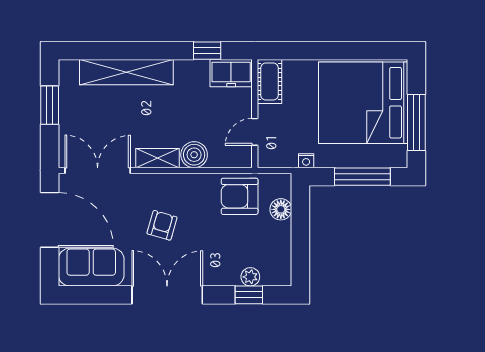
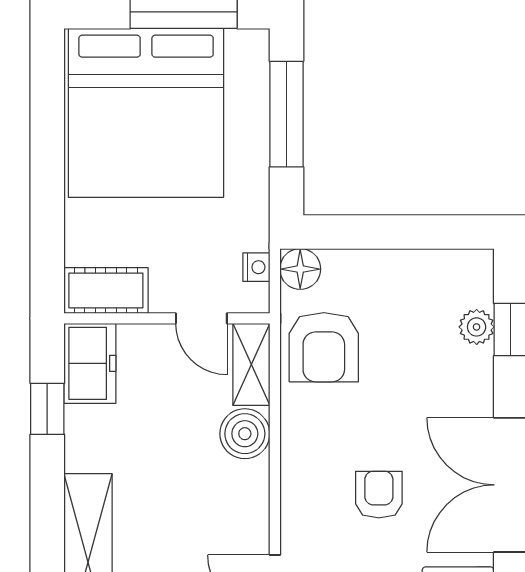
shelving: (158, 158) -> (251, 364), moved
nightstand: (306, 161) -> (256, 267), moved
floor lamp: (281, 209) -> (300, 269), moved
armchair: (162, 225) -> (379, 495), turned 74

